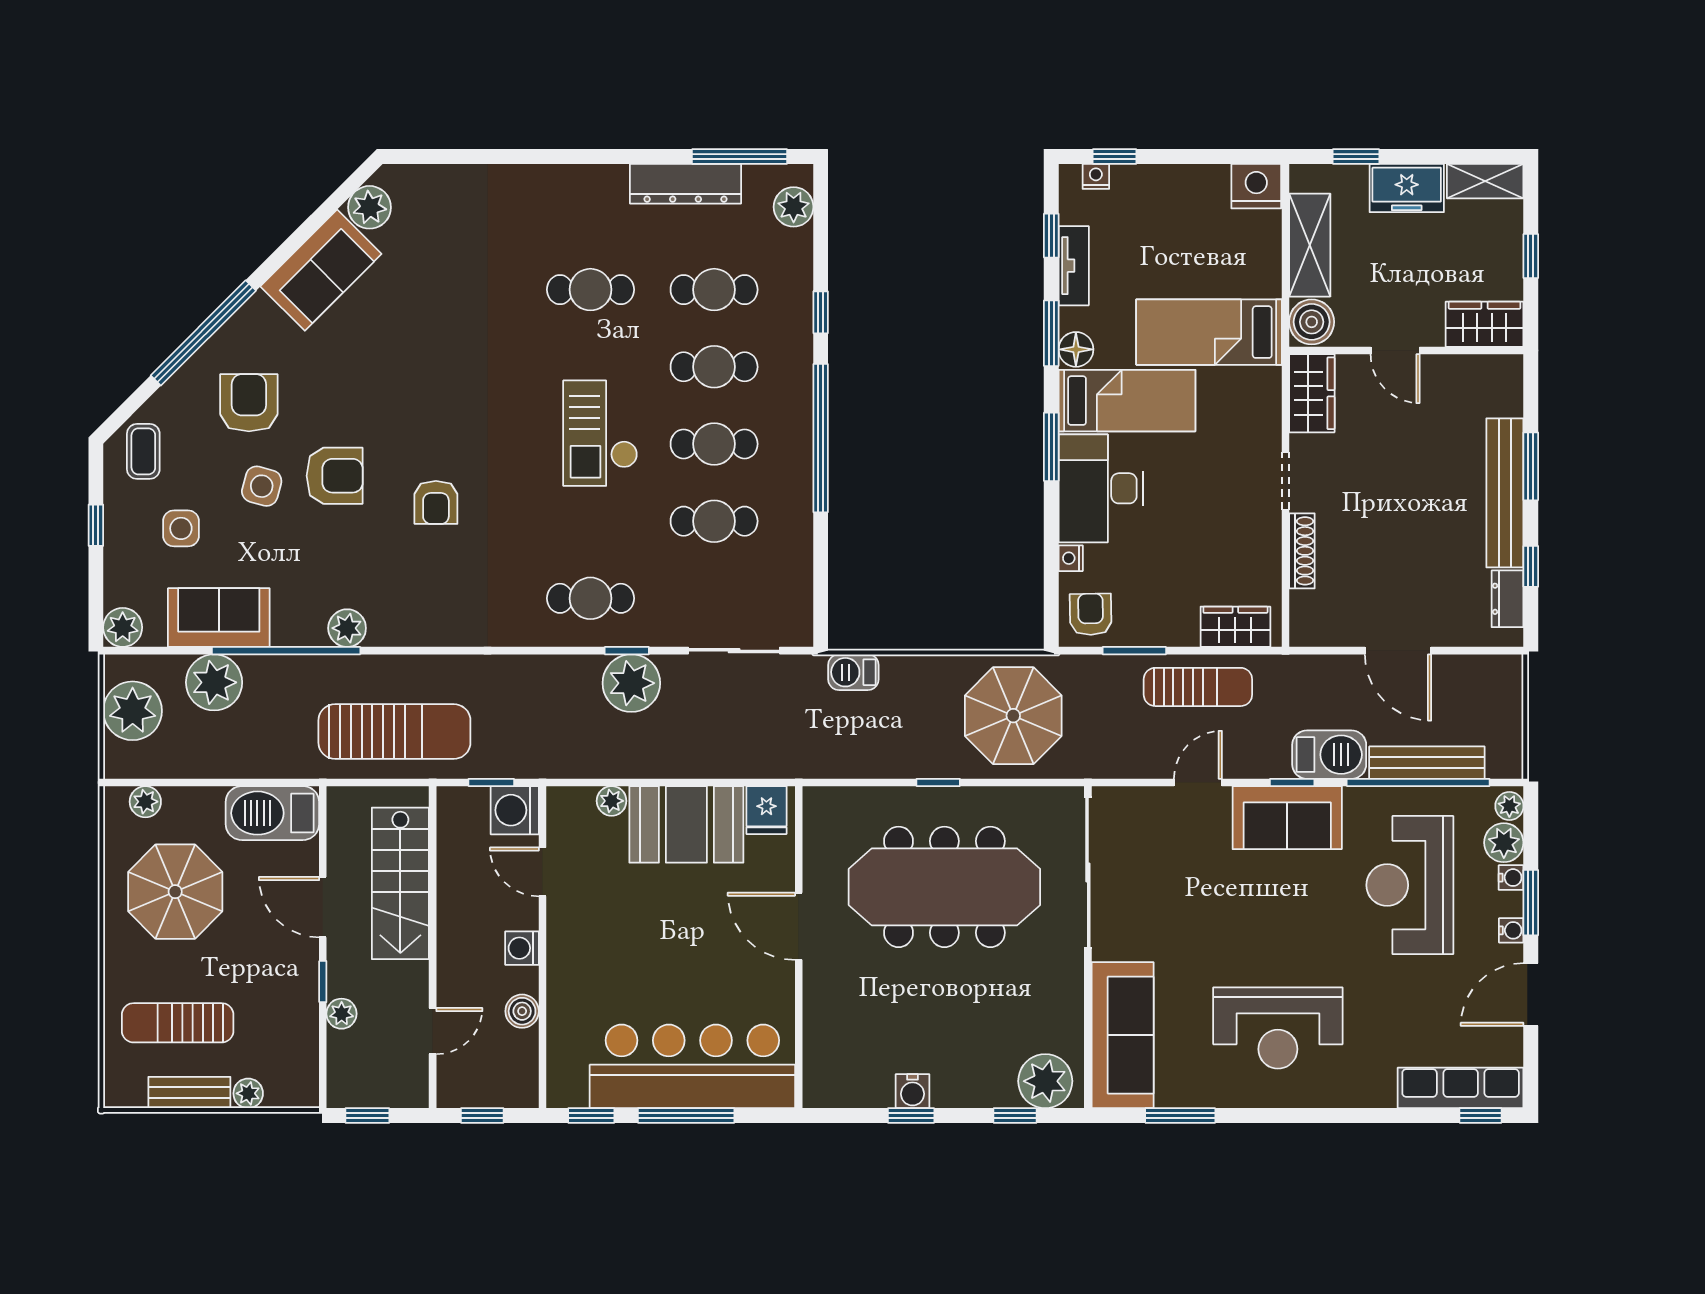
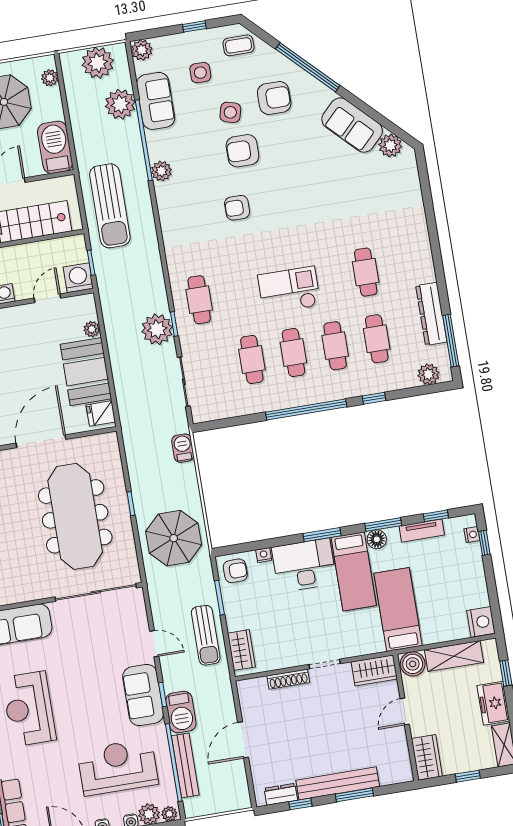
armchair: (335, 476) -> (242, 151), turned 90
door: (799, 926) -> (41, 441), width x1.36

